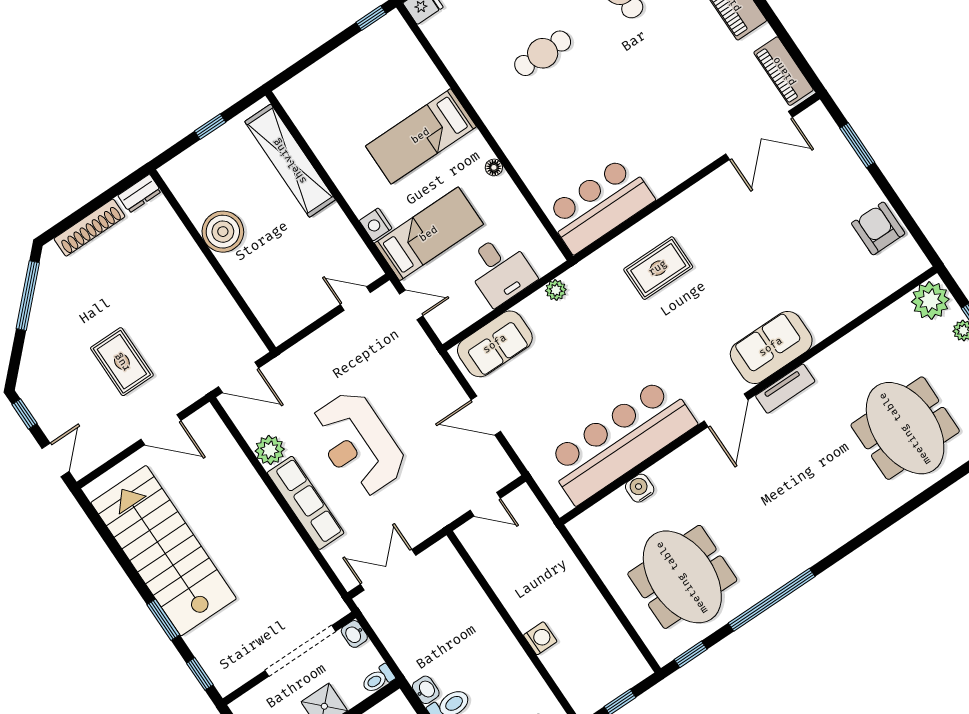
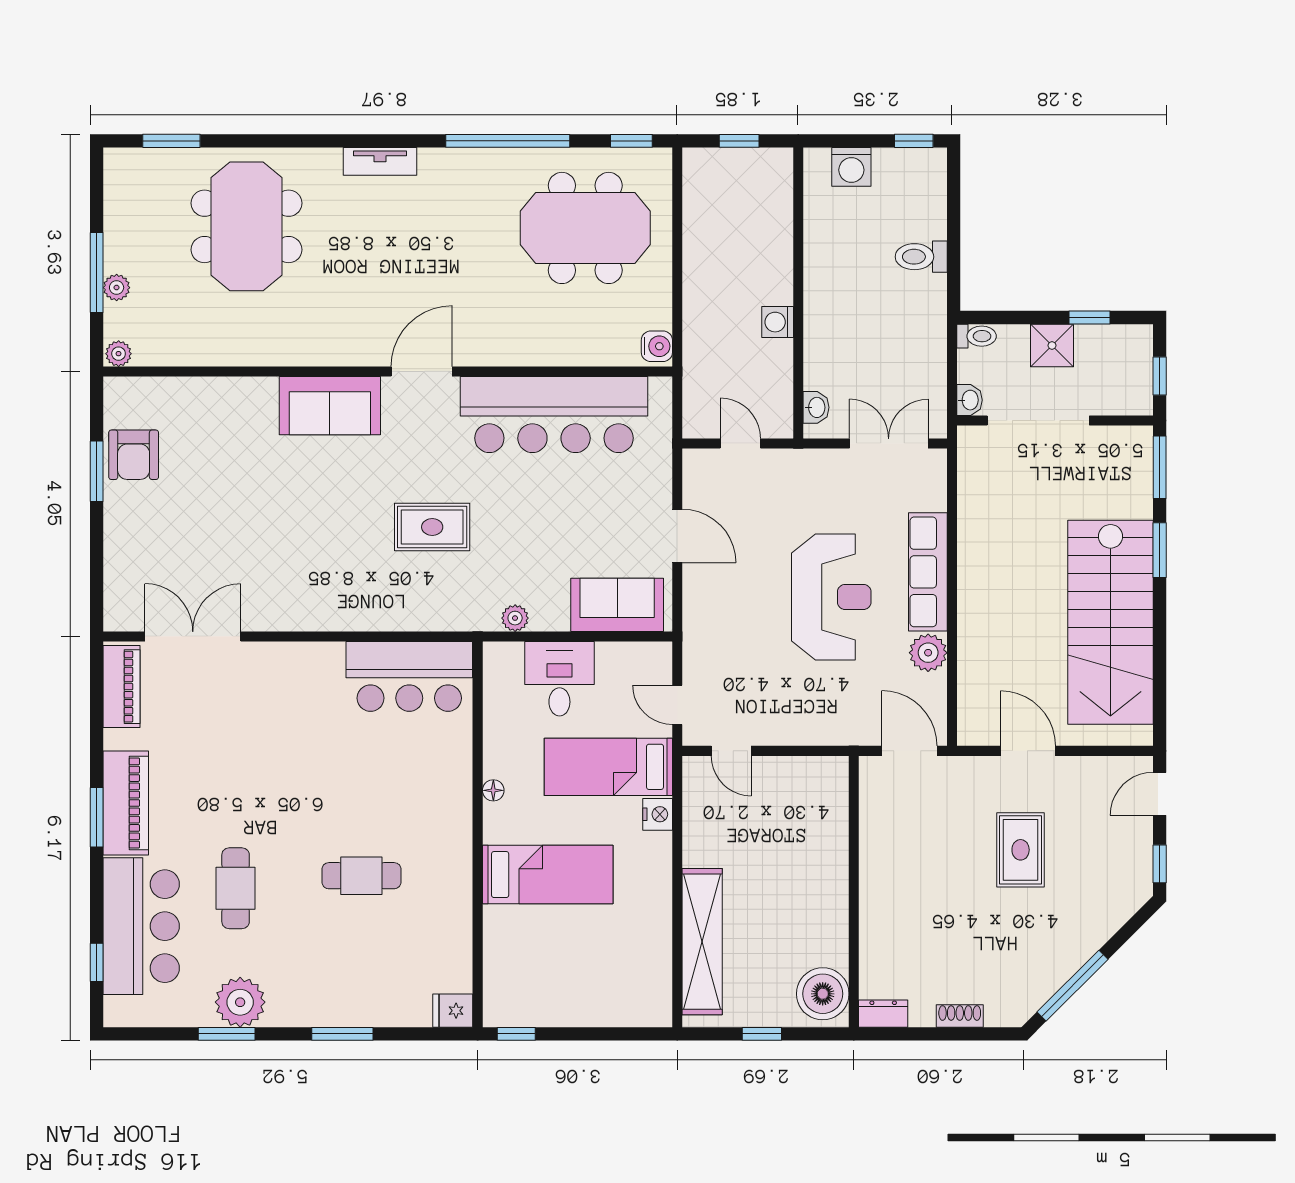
window: (857, 145) -> (97, 471), moved
shoe rack: (89, 228) -> (960, 1016), width x0.51, depth x0.81
boiler: (223, 232) -> (823, 994), moved
rug: (658, 268) -> (432, 527), moved
plant: (930, 301) -> (119, 354), width x0.53, depth x0.53
tv unit: (785, 389) -> (380, 161), moved, turned 180
water cooler: (640, 488) -> (657, 346), moved, turned -90
double door: (388, 570) -> (889, 443), swing flipped
meeting table: (682, 577) -> (585, 228), turned 90
washing machine: (540, 638) -> (778, 322), moved
window: (200, 674) -> (1160, 467), width x1.50
washbasin: (426, 690) -> (816, 407), moved, turned 180

